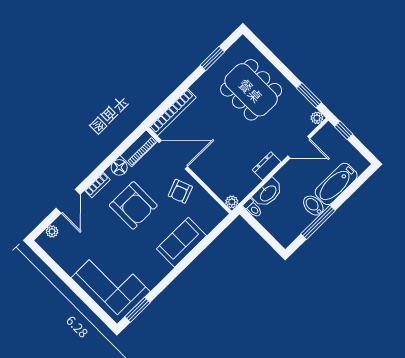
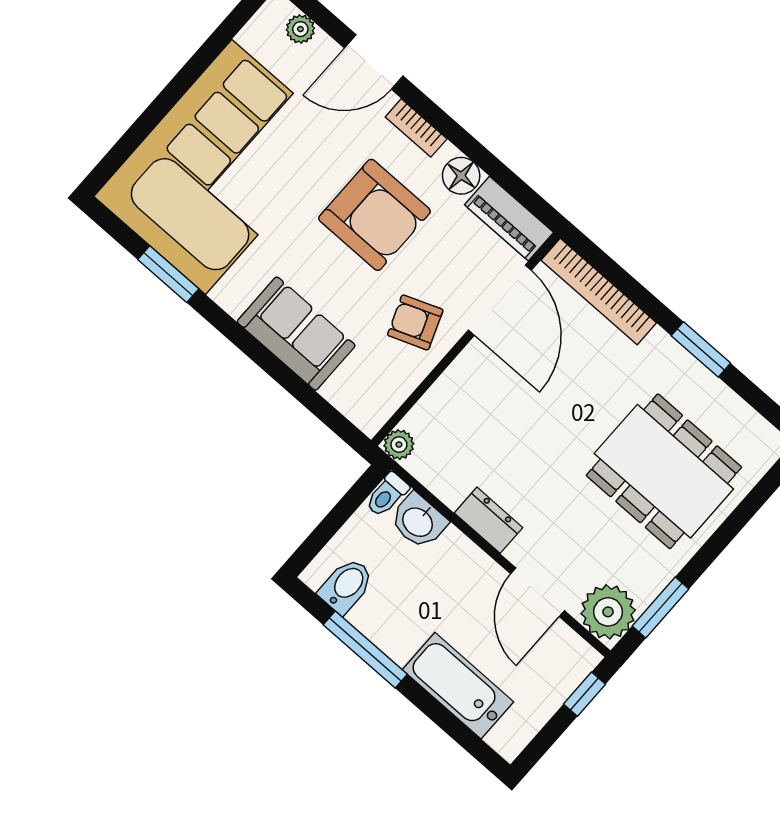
window: (212, 58) -> (701, 349), moved
dining table: (251, 90) -> (664, 471), turned 90
plant: (317, 118) -> (608, 612), width x1.87, depth x1.87
washbasin: (268, 193) -> (418, 521), width x0.72
armchair: (133, 205) -> (374, 215), turned -90
bidet: (313, 206) -> (346, 586), moved
corner sofa: (111, 285) -> (219, 167), width x1.36, depth x1.36
window: (138, 310) -> (168, 274), moved

